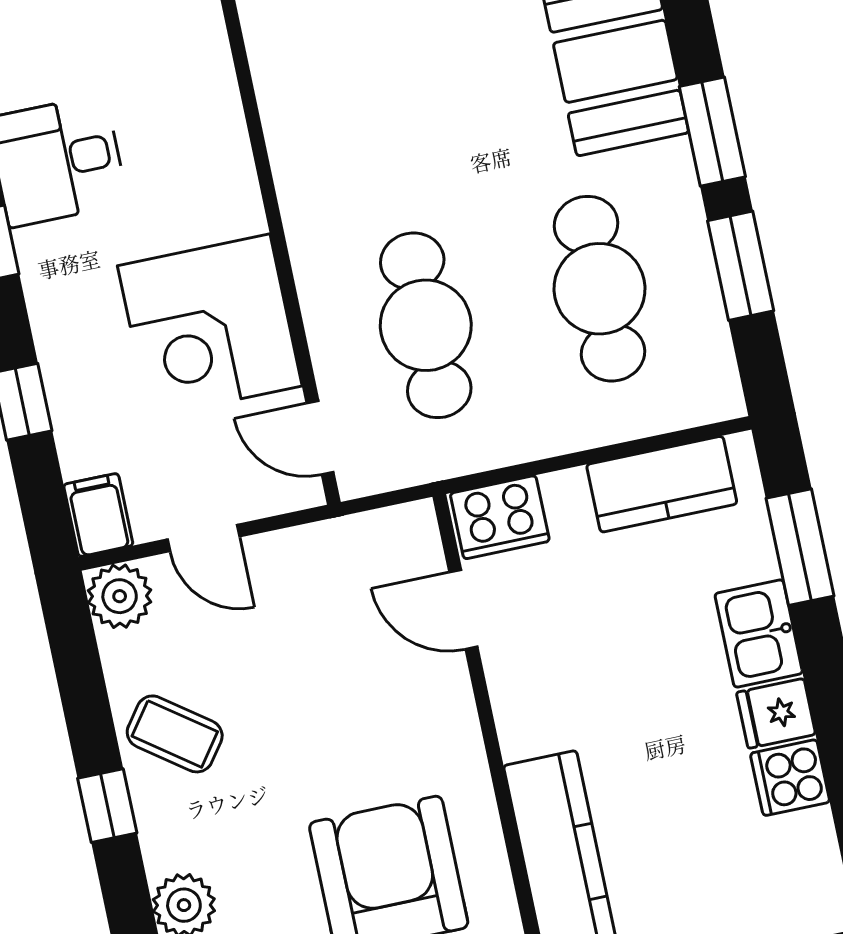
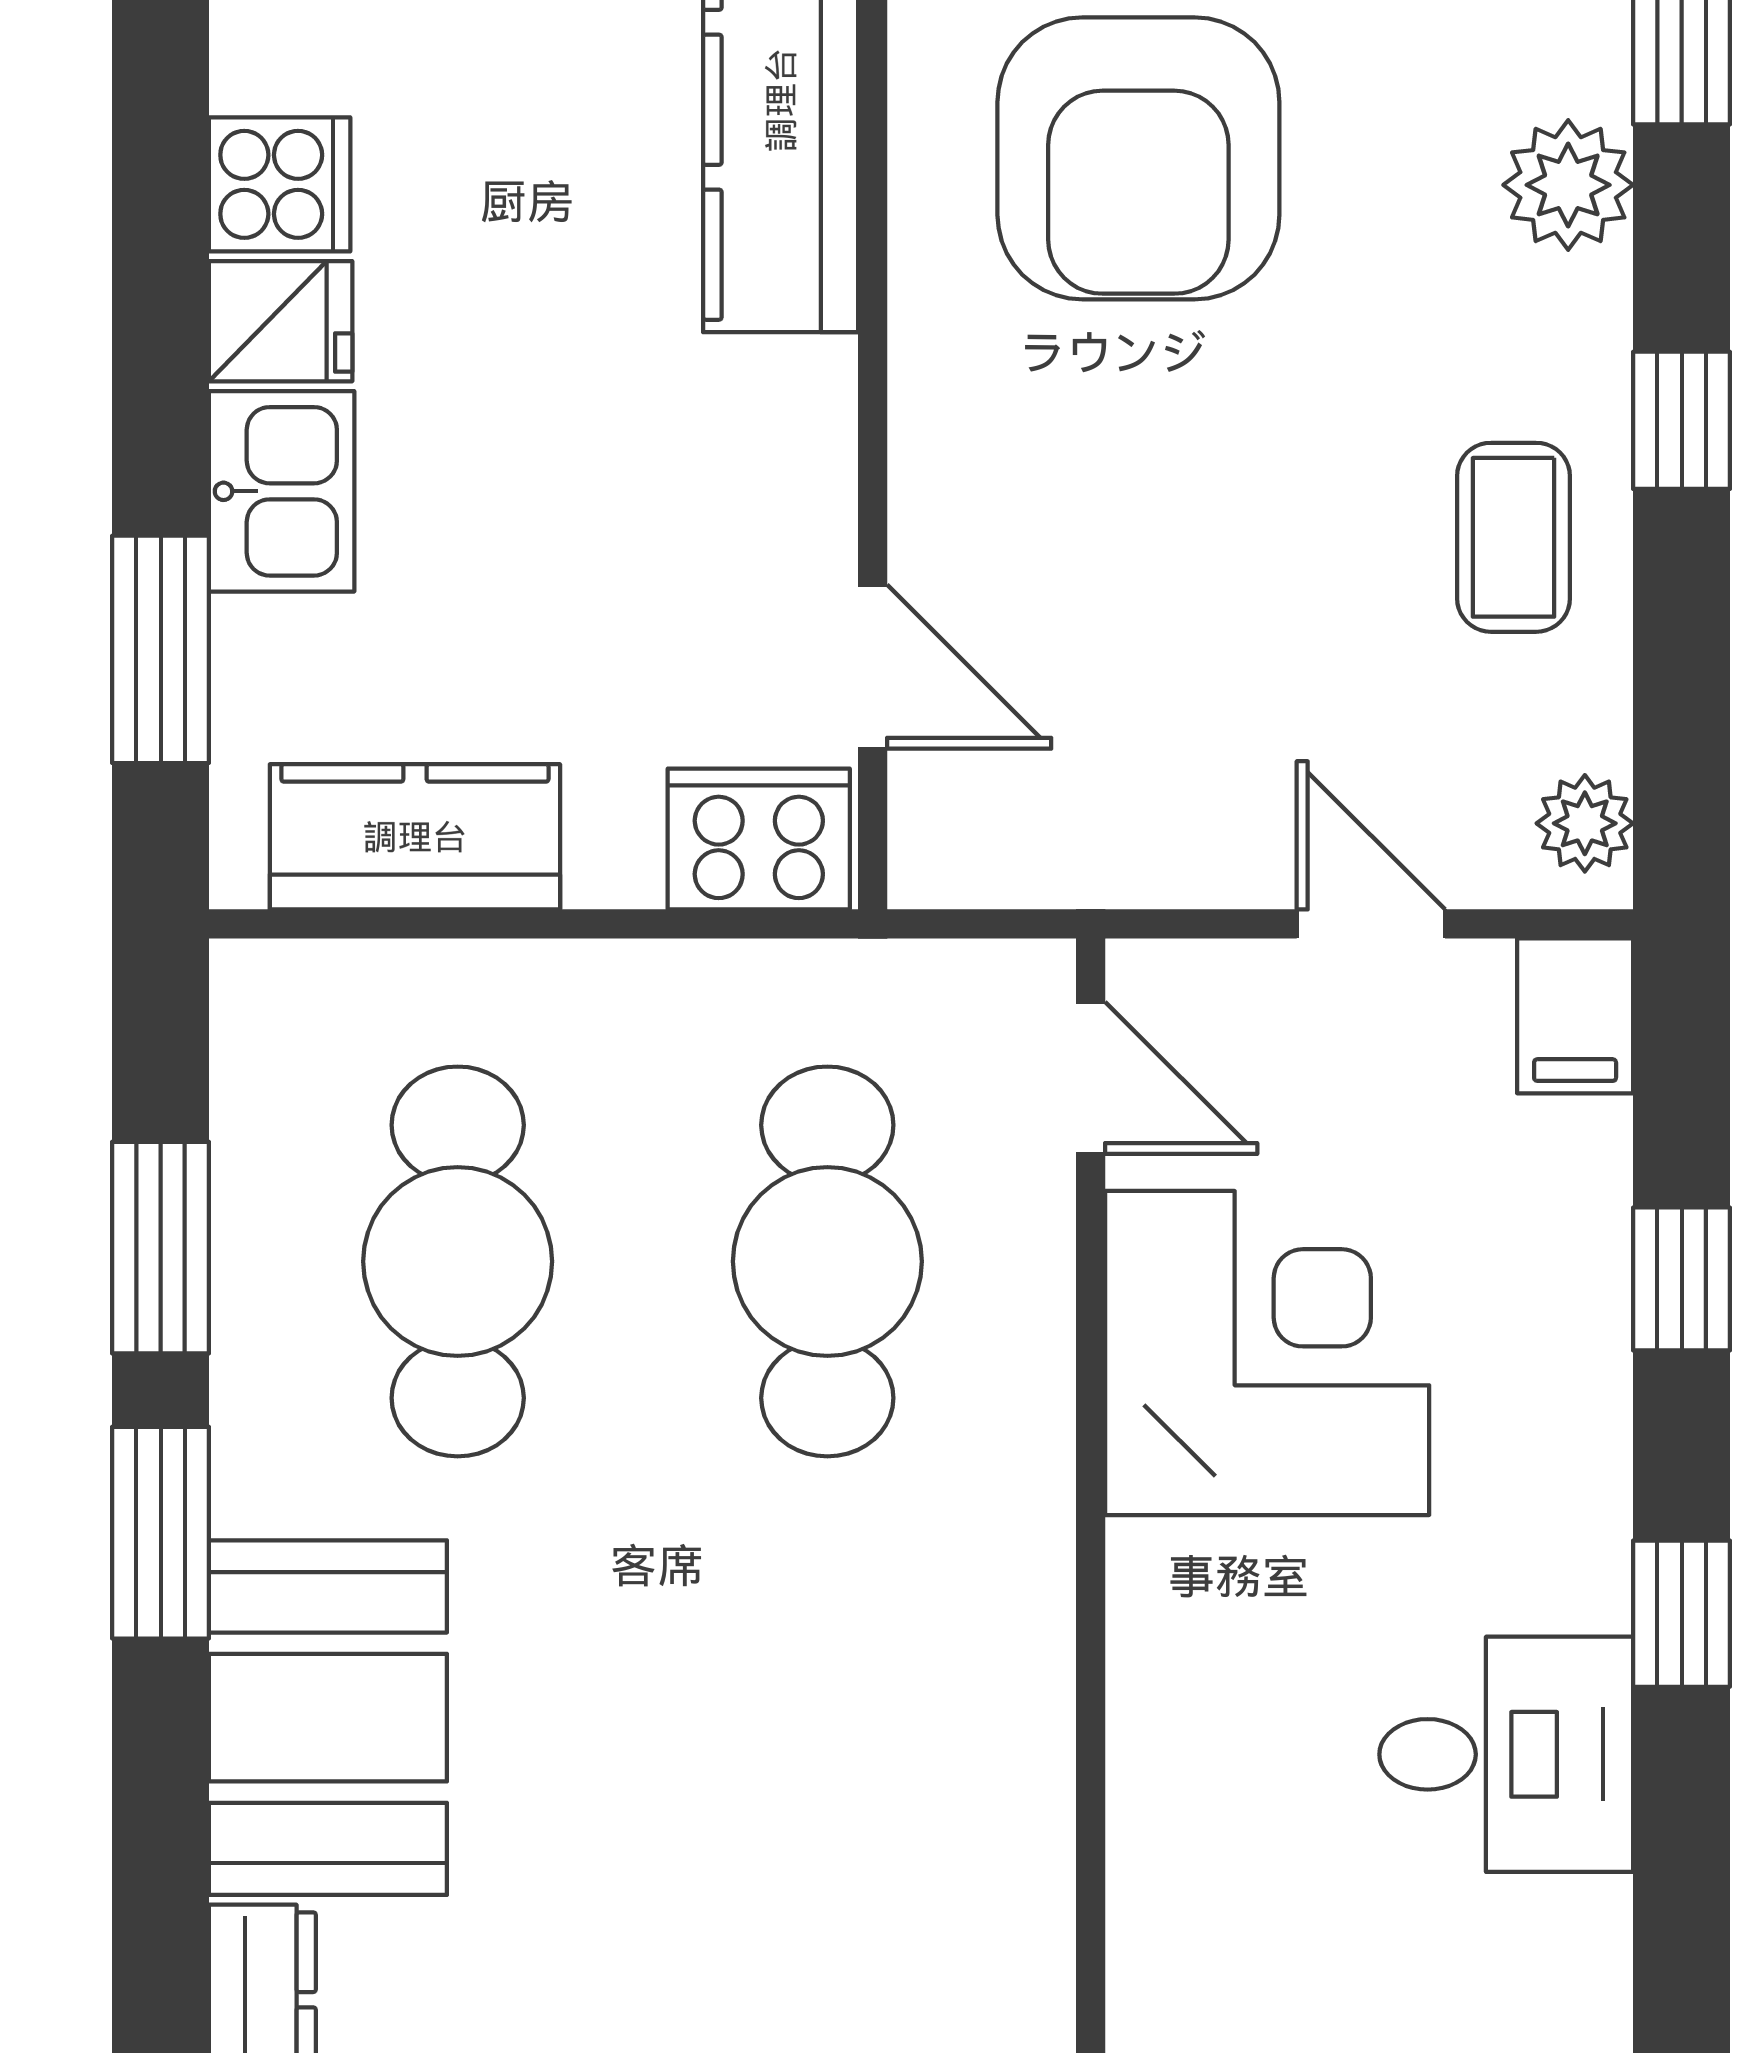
plant: (120, 596) -> (1585, 823), width x0.73, depth x0.73
coffee table: (175, 734) -> (1514, 537), turned 54

